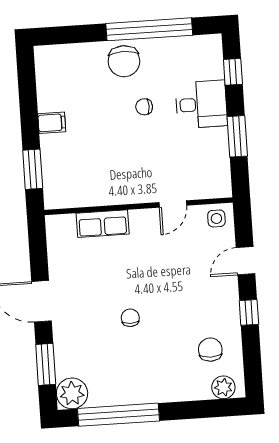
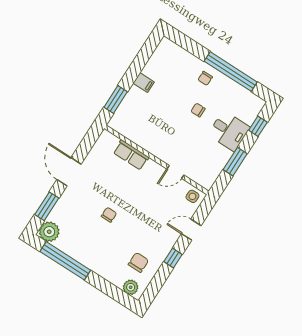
chair: (124, 61) -> (205, 78), width x0.54, depth x0.54

